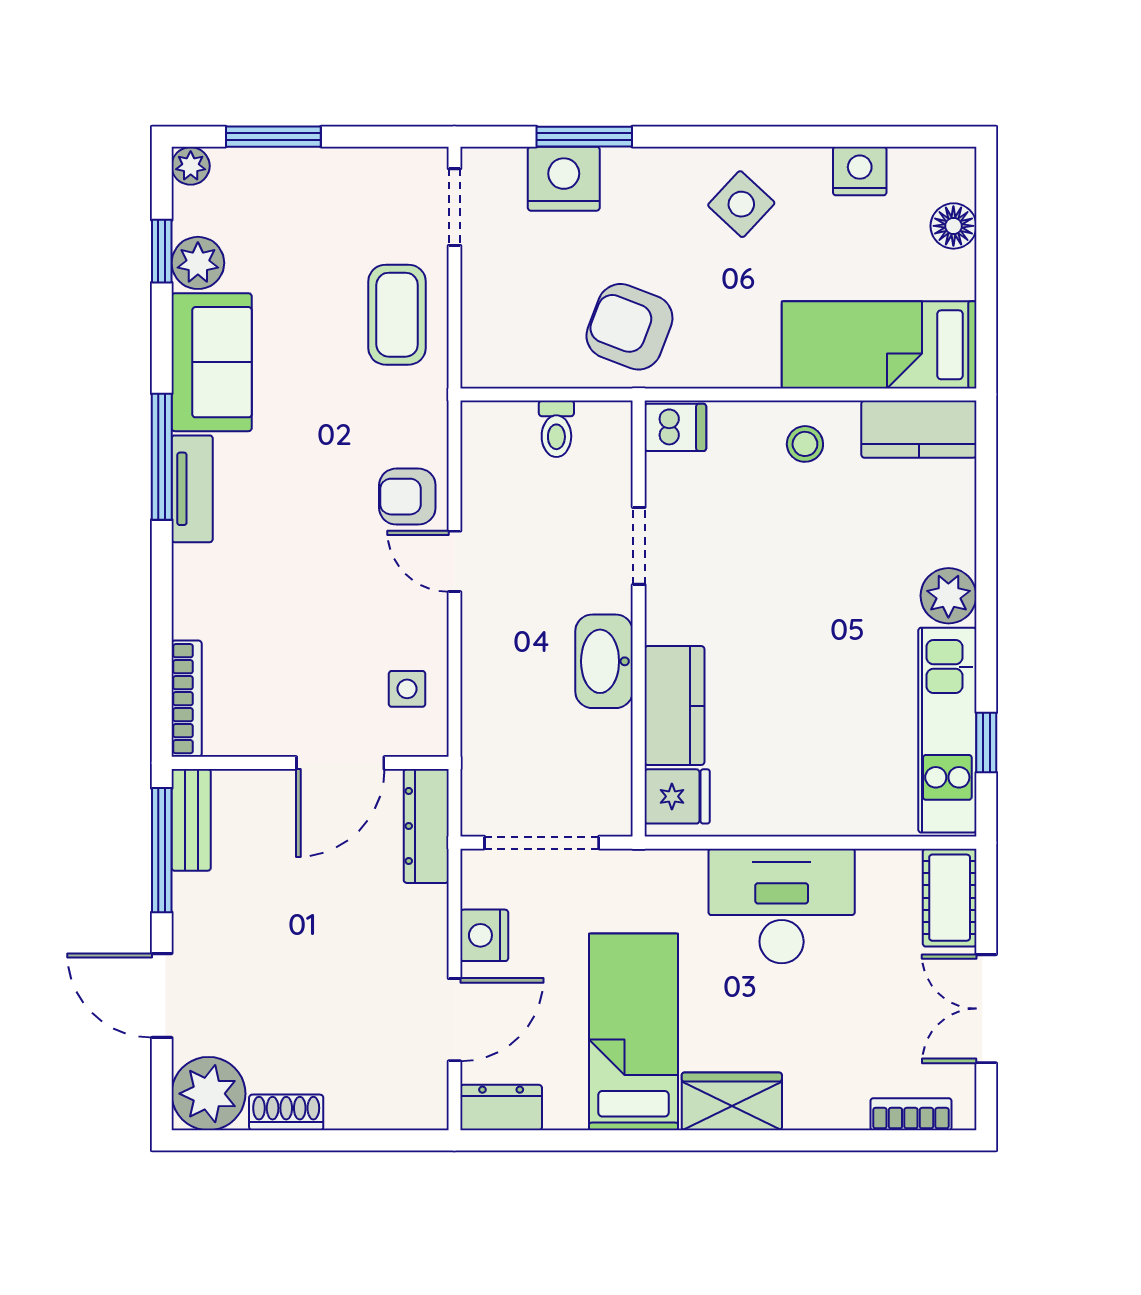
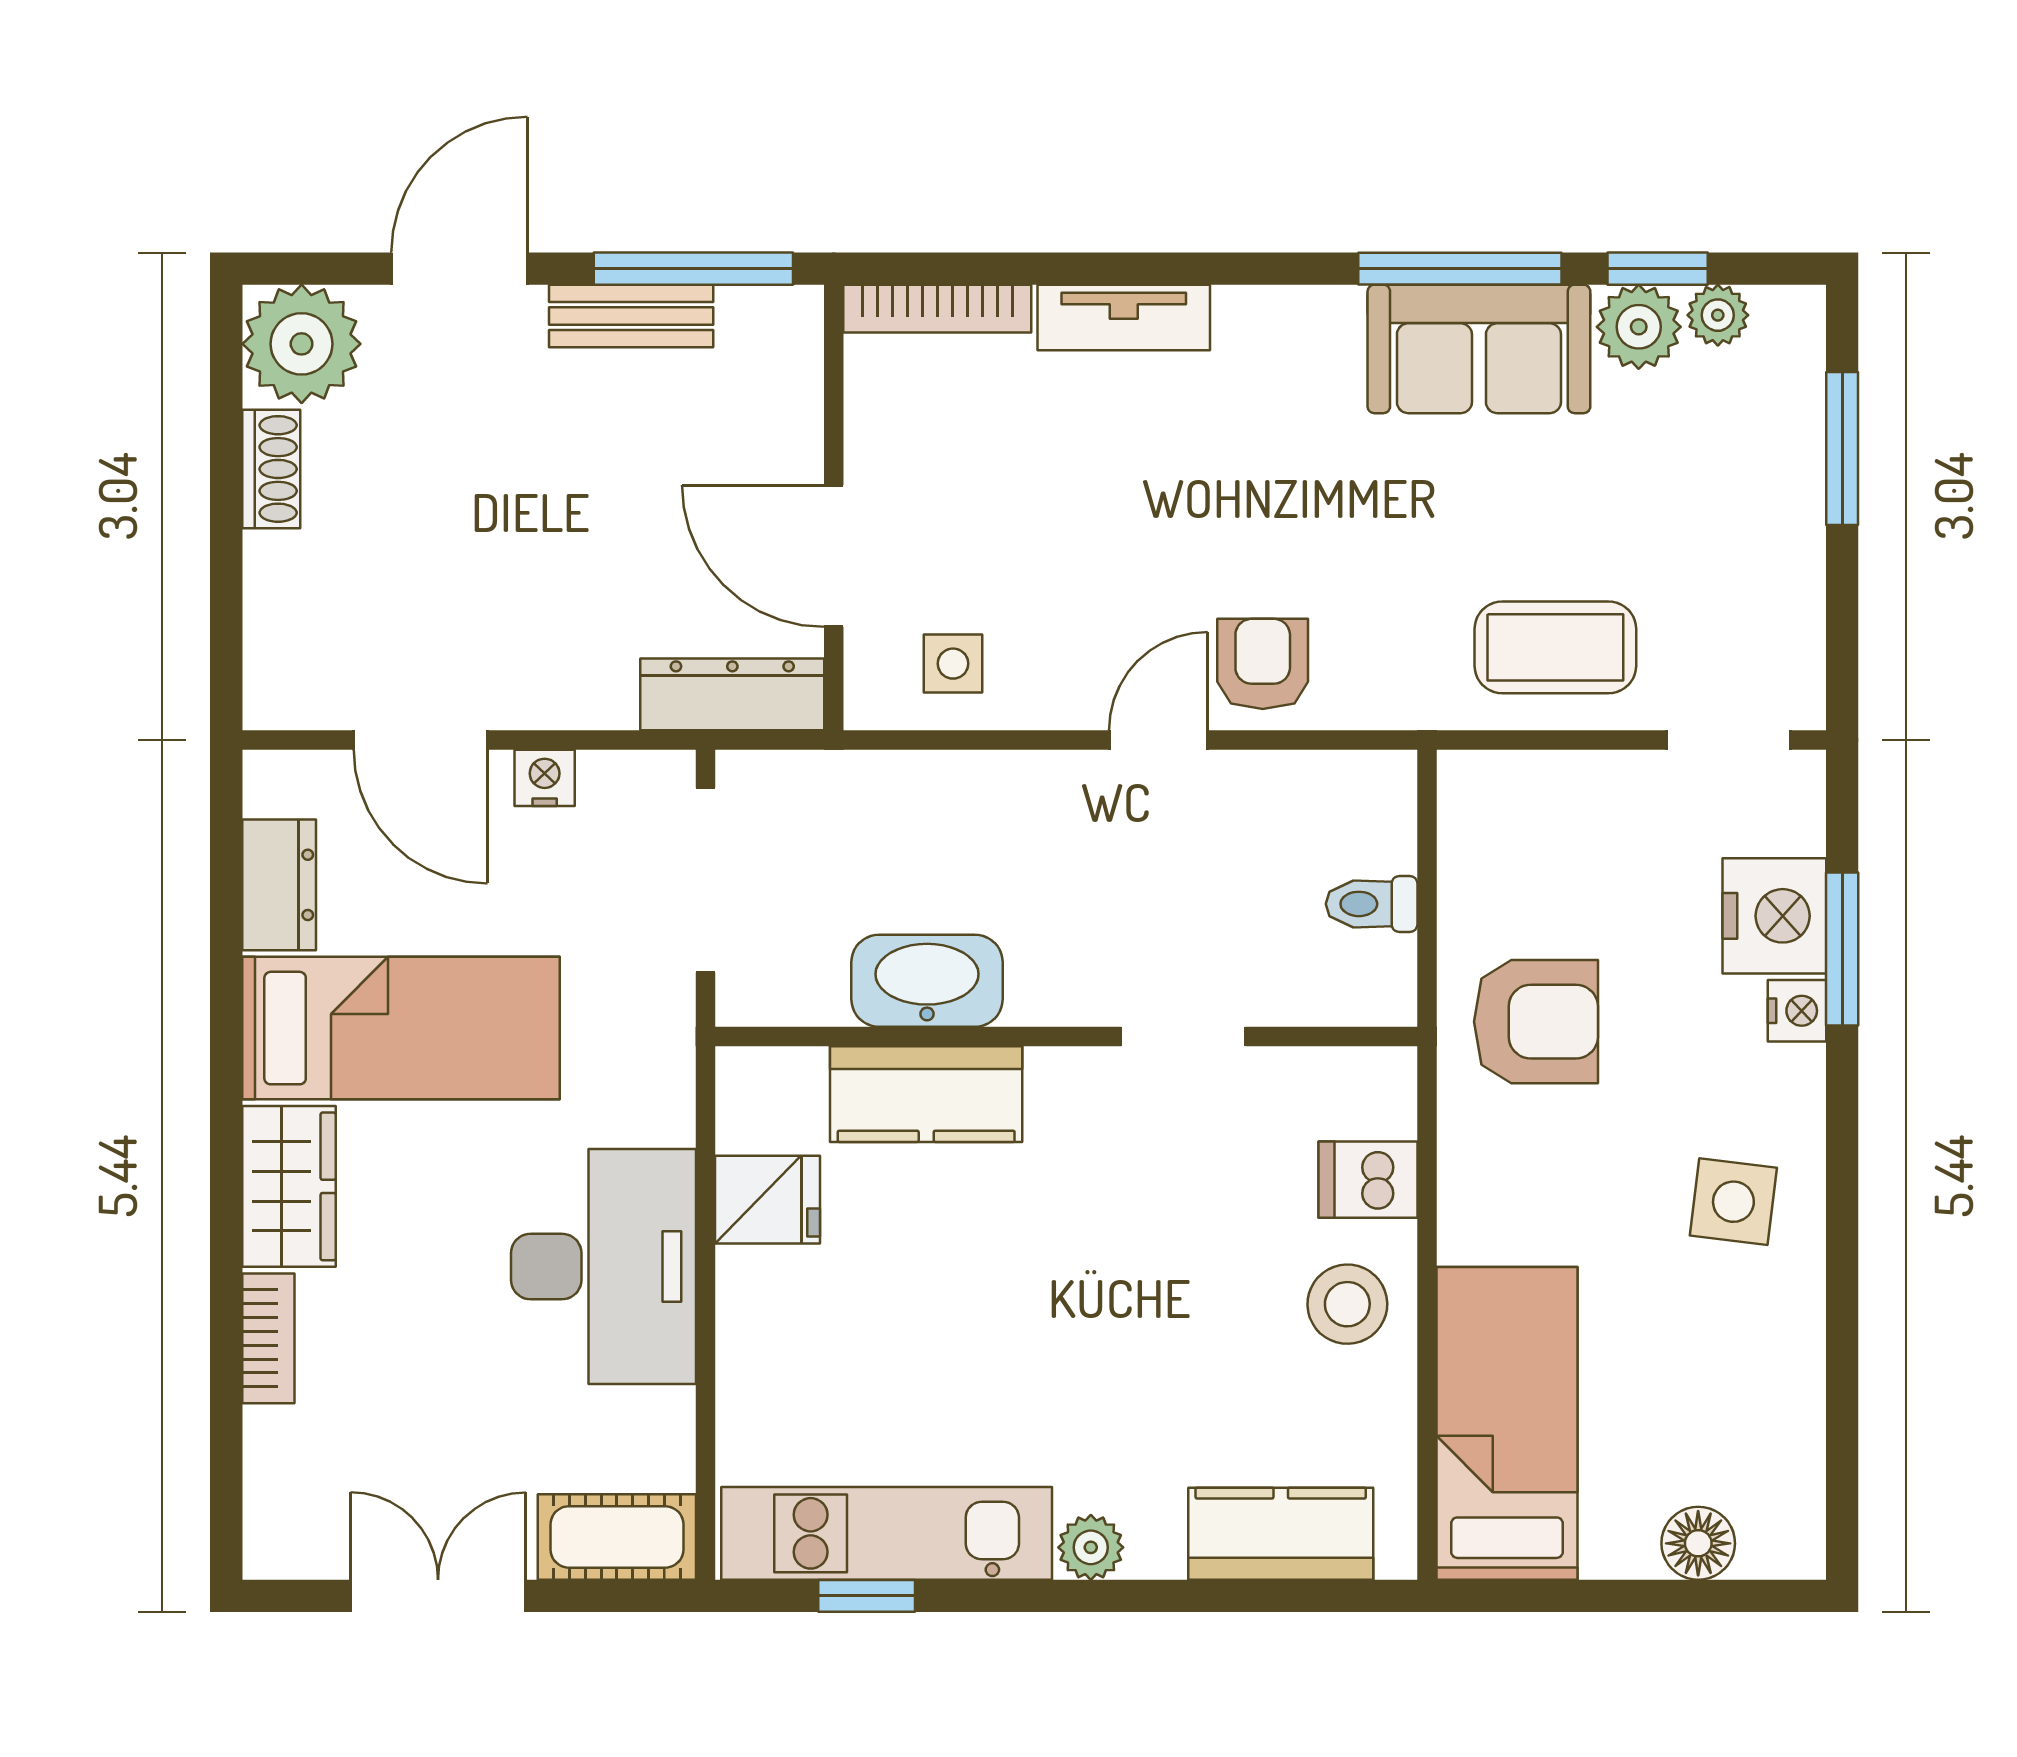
plant: (191, 166) -> (1718, 315), moved
nightstand: (860, 171) -> (1797, 1011), moved, width x0.72, depth x0.74
side table: (741, 204) -> (1733, 1202), turned -36
armchair: (629, 327) -> (1536, 1022), turned 69
dishwasher: (675, 427) -> (1368, 1180), moved, turned 90
kitchen counter: (919, 429) -> (1281, 1534), moved, turned 90
stool: (805, 444) -> (1347, 1304), width x1.37, depth x1.37
window: (162, 457) -> (1460, 269), moved
tv unit: (192, 489) -> (1124, 318), moved
plant: (948, 596) -> (1091, 1547), width x0.73, depth x0.73
washbasin: (604, 661) -> (927, 981), moved
fridge: (677, 796) -> (768, 1200), moved, turned -90
bench: (191, 820) -> (631, 316), moved
nightstand: (484, 935) -> (545, 778), width x0.72, depth x0.74
dresser: (501, 1107) -> (279, 885), moved
bookcase: (911, 1114) -> (268, 1338), moved

